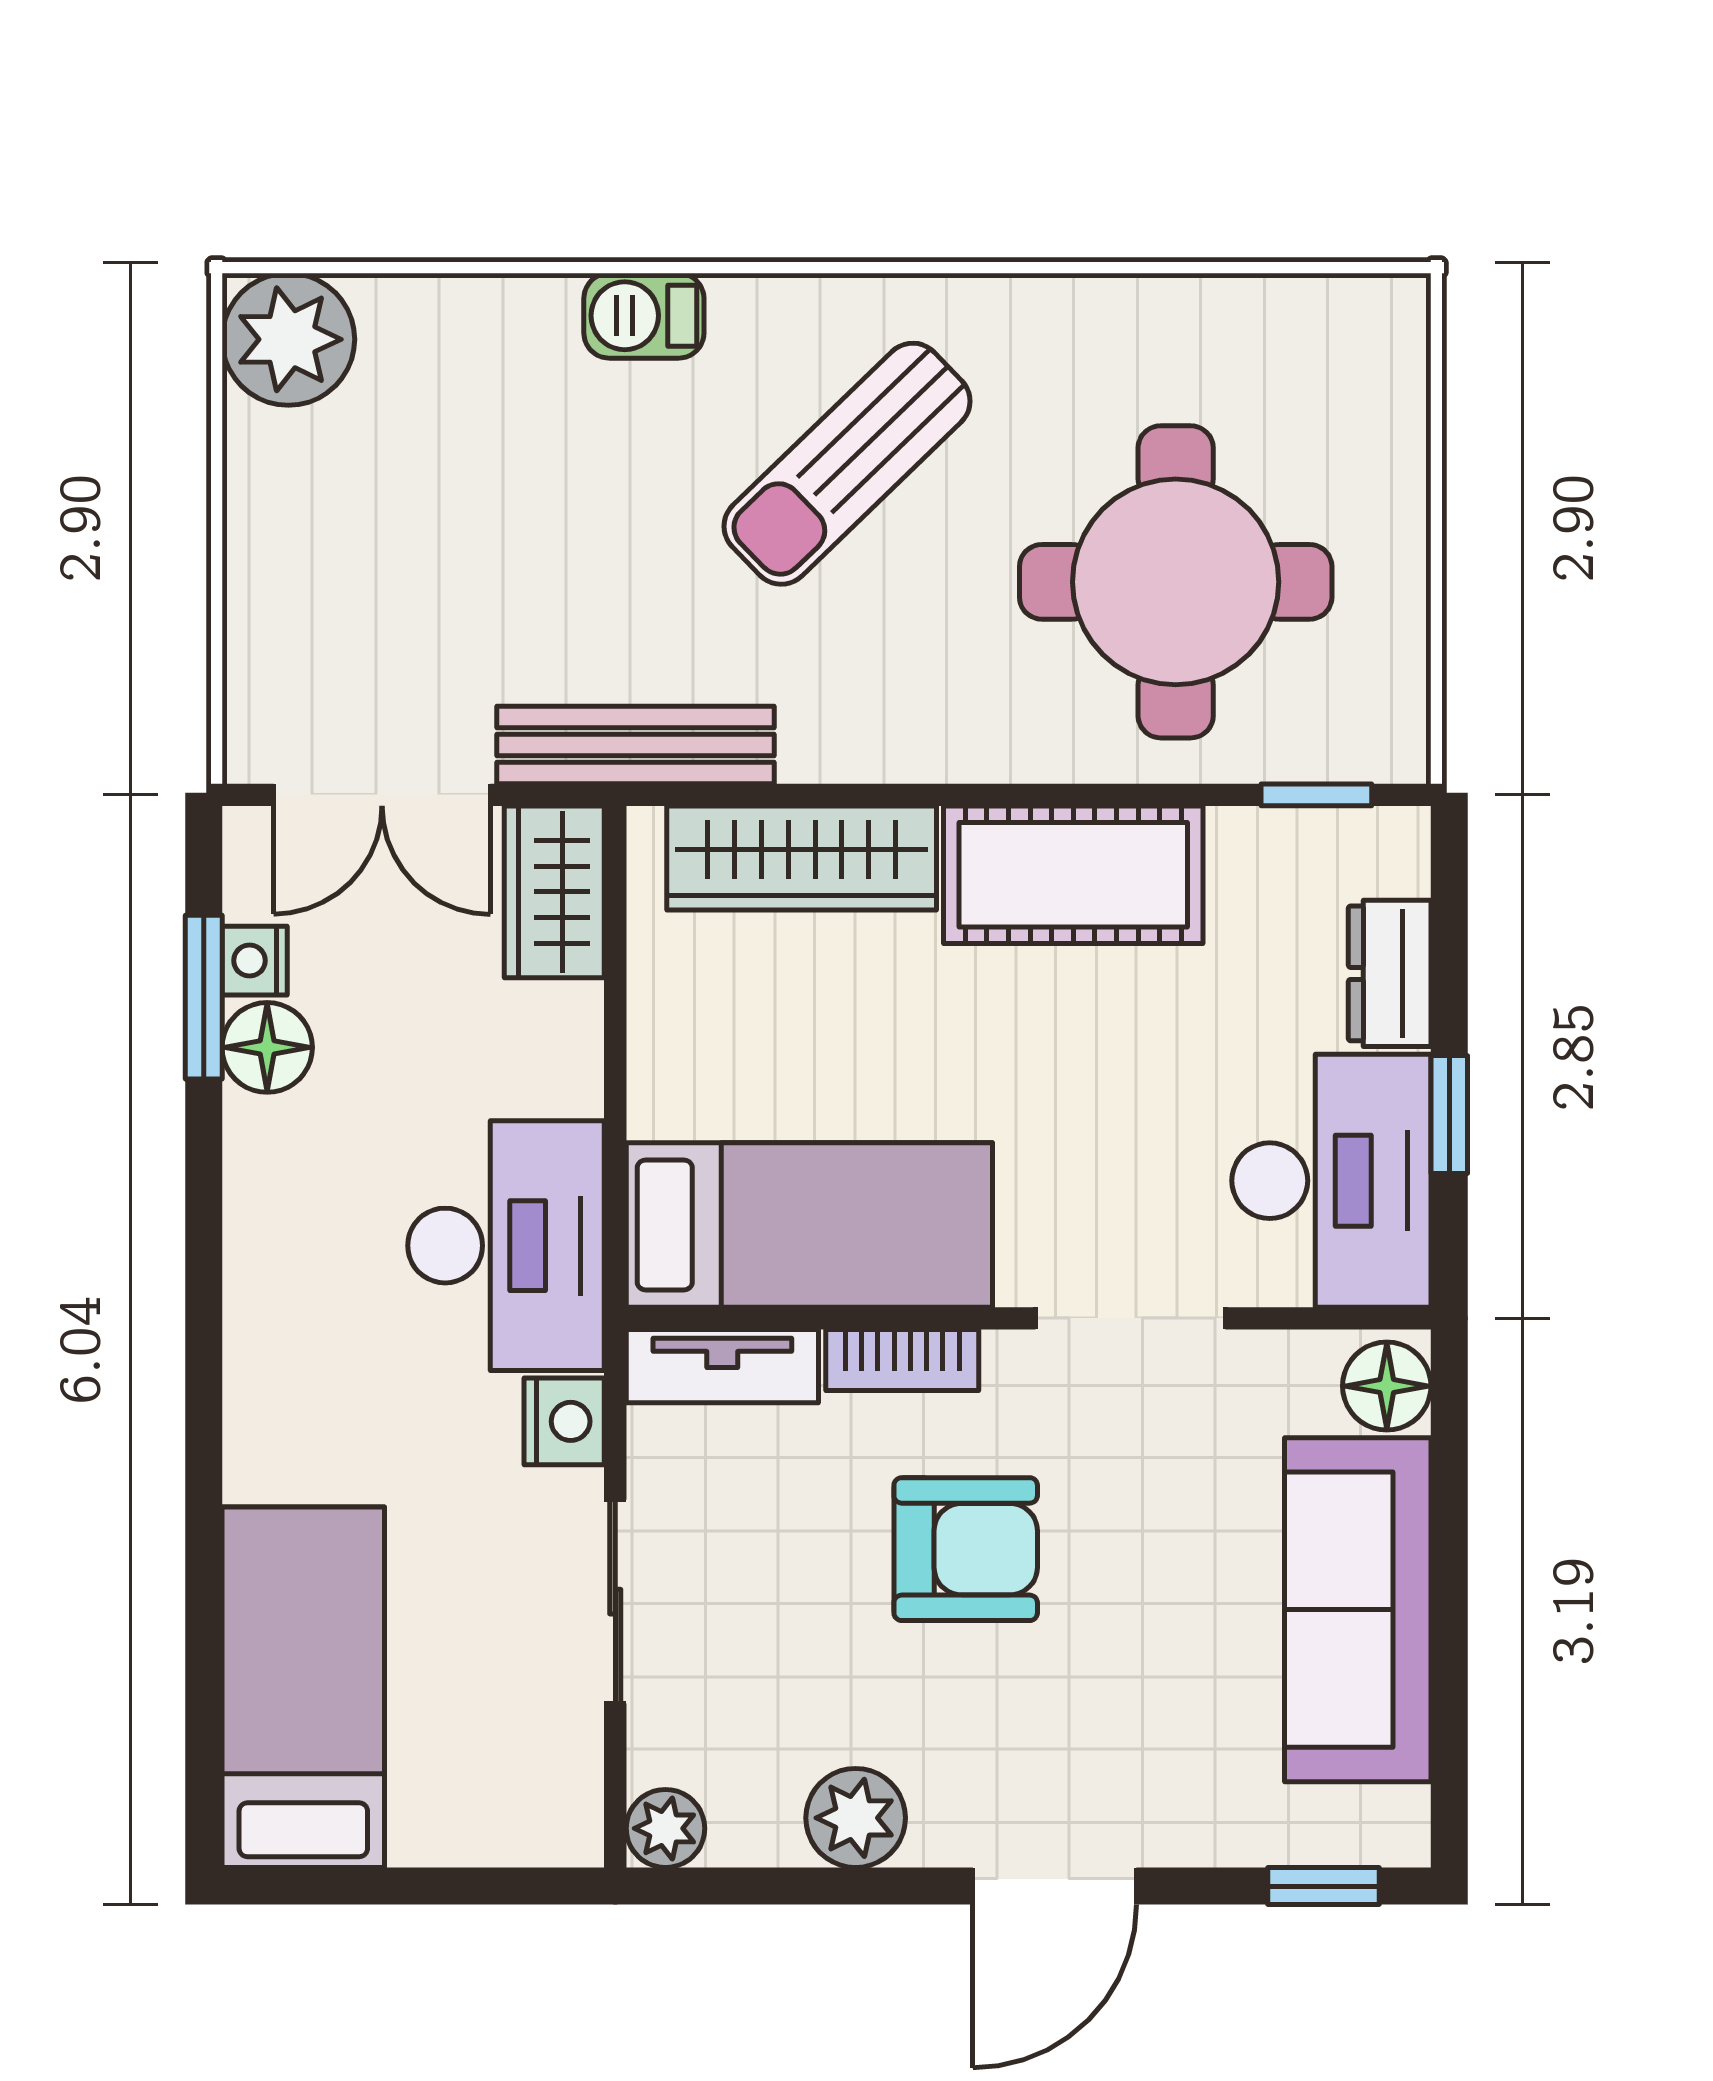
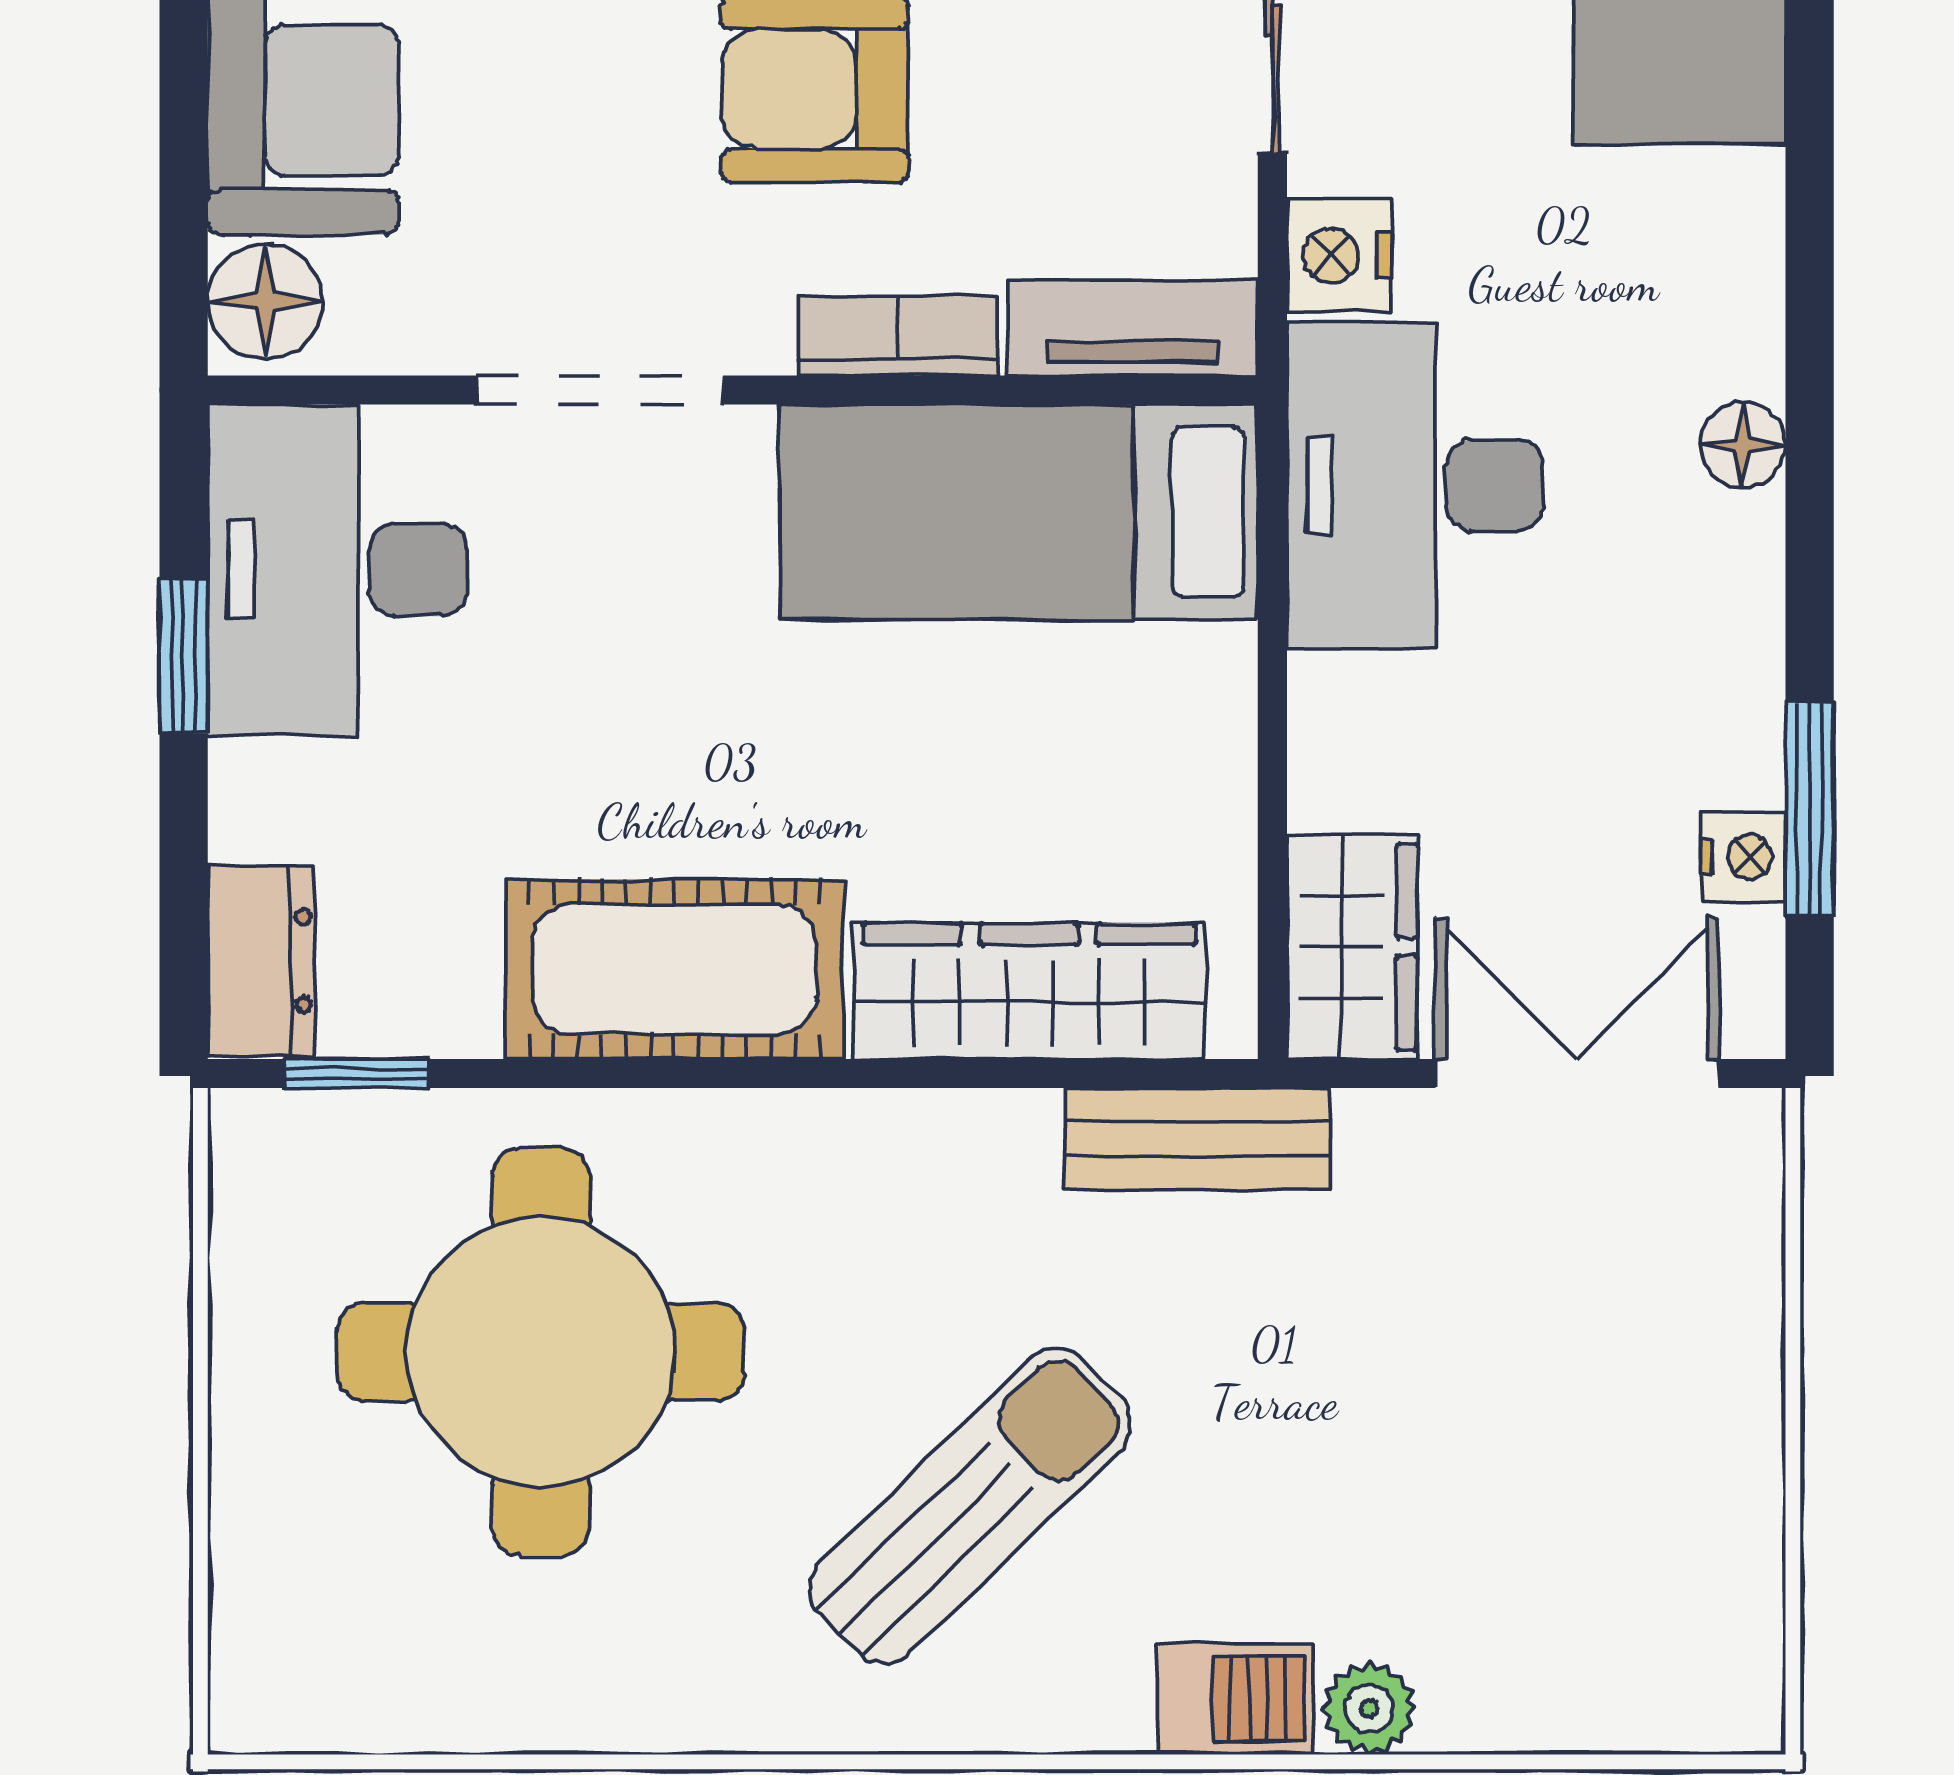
plant: (288, 339) -> (1369, 1709), moved, width x0.53, depth x0.53
bench: (635, 745) -> (1198, 1139), width x0.73
dresser: (1390, 973) -> (261, 961), moved
floor lamp: (267, 1047) -> (1743, 445), moved, width x0.73, depth x0.73

